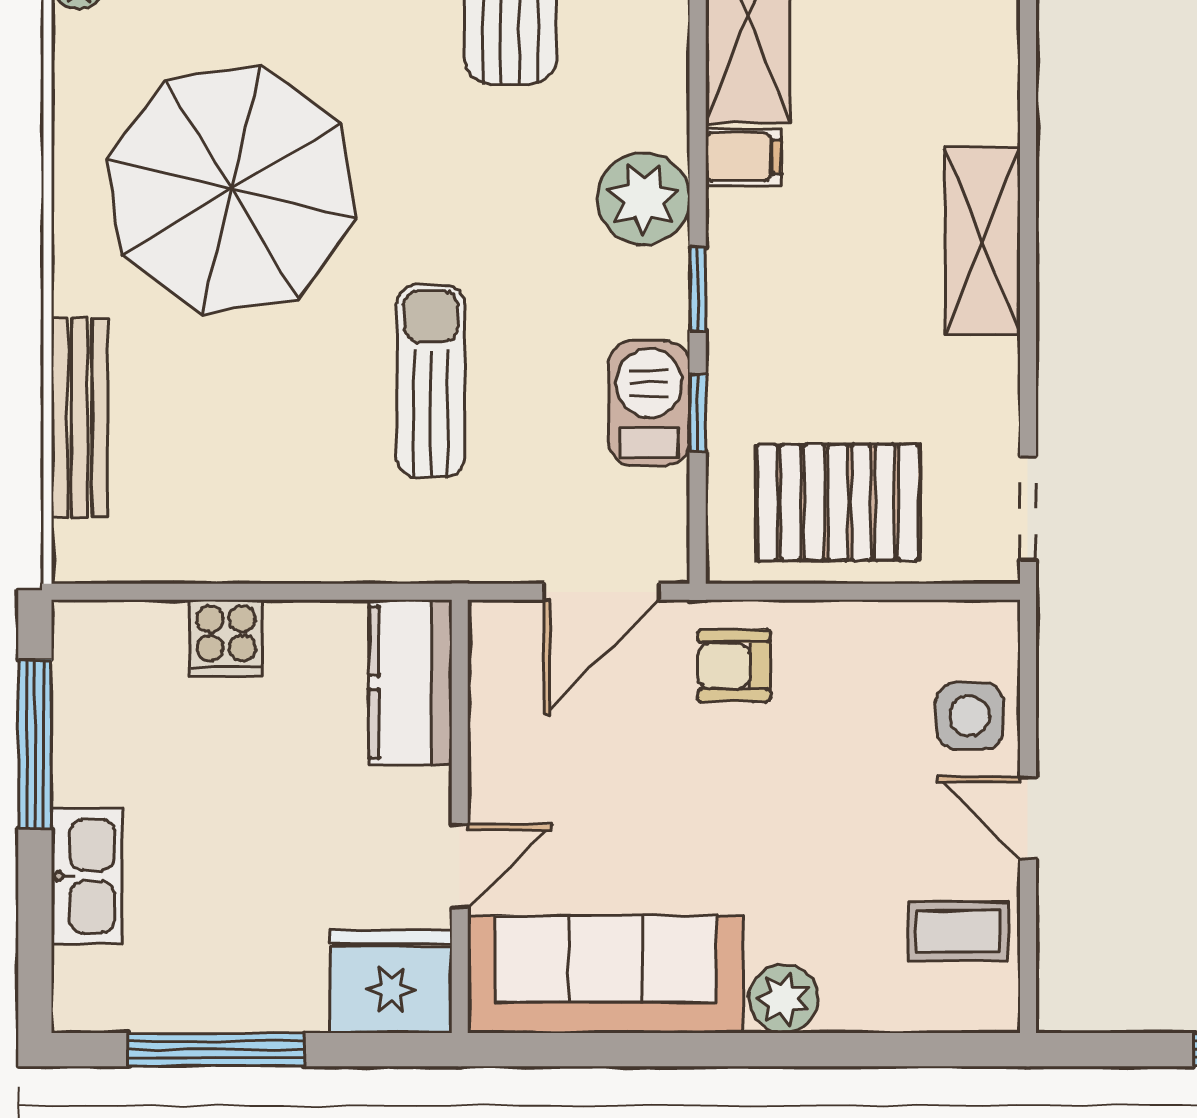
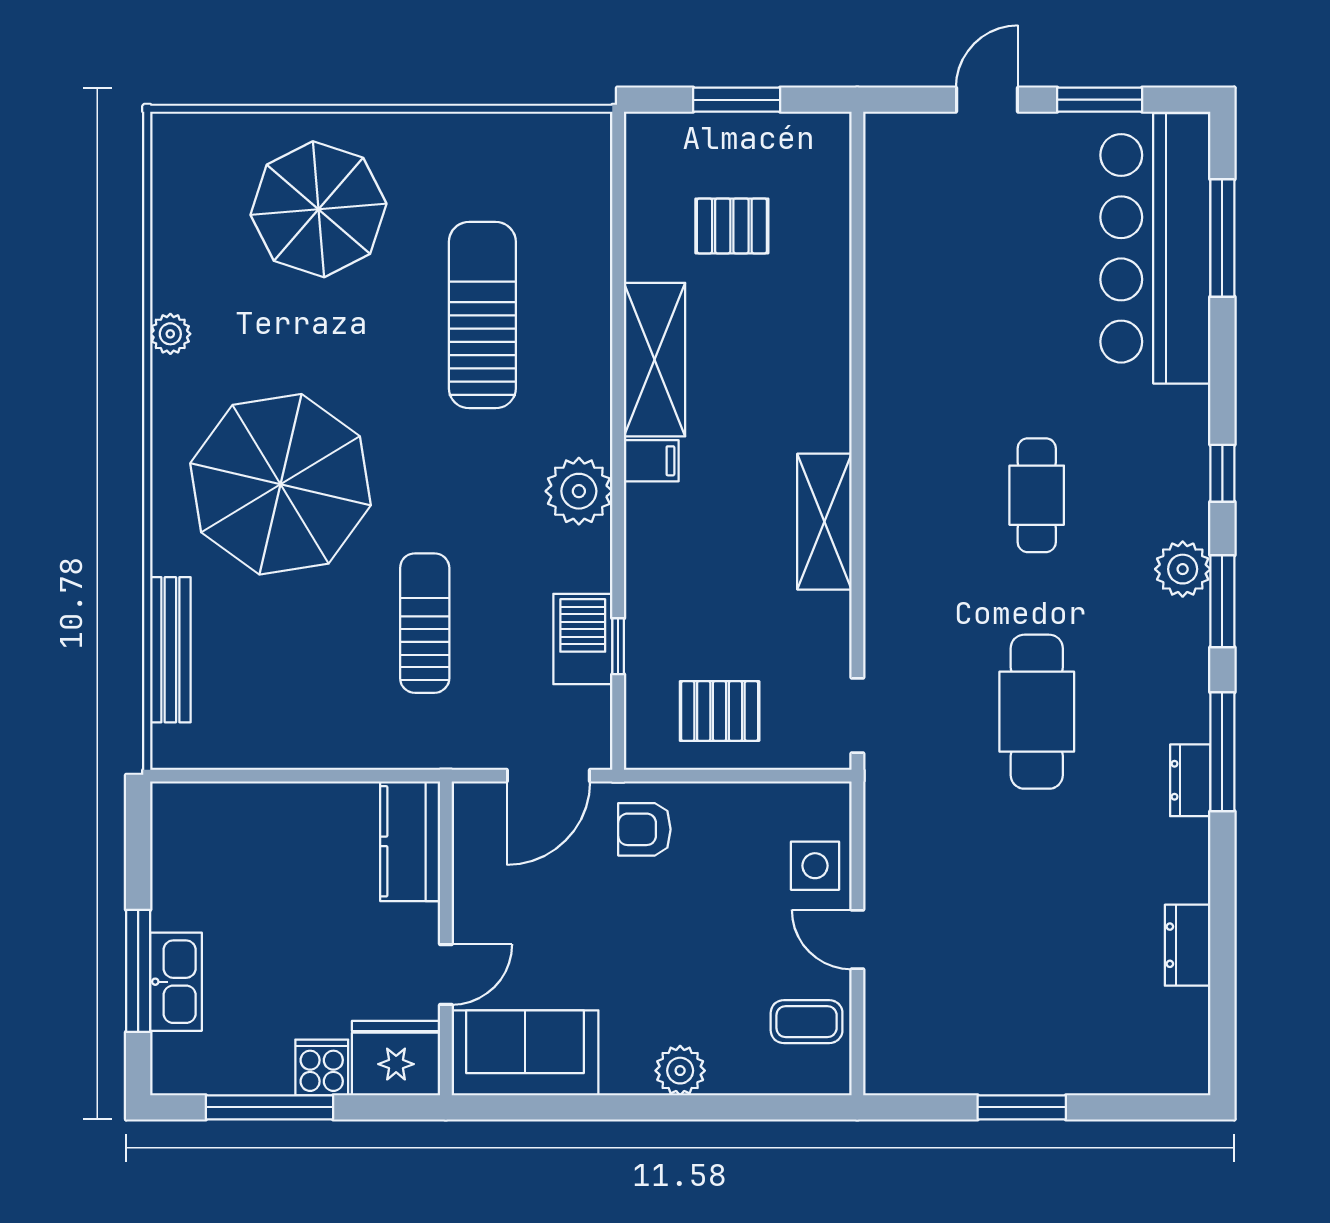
window: (698, 289) -> (618, 557), removed
pallet: (838, 502) -> (720, 711), width x0.67, depth x0.71
cooker: (226, 638) -> (322, 1067), moved, turned 180
window: (35, 744) -> (138, 971), moved
sofa: (606, 974) -> (525, 1053), width x0.73

